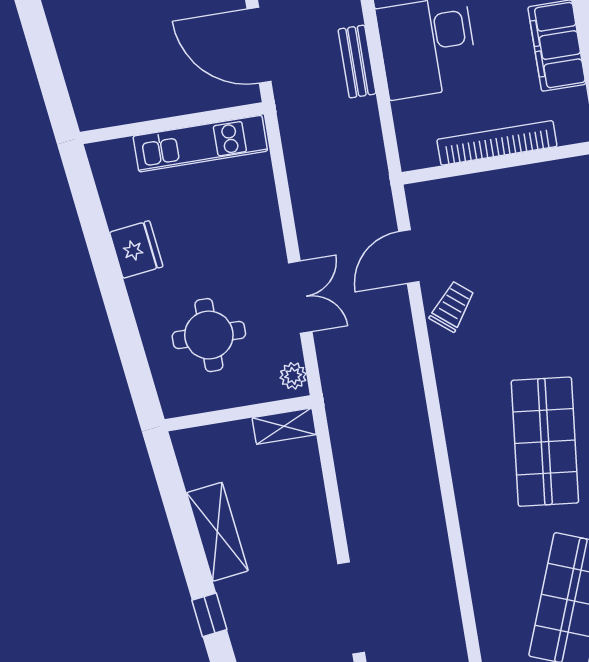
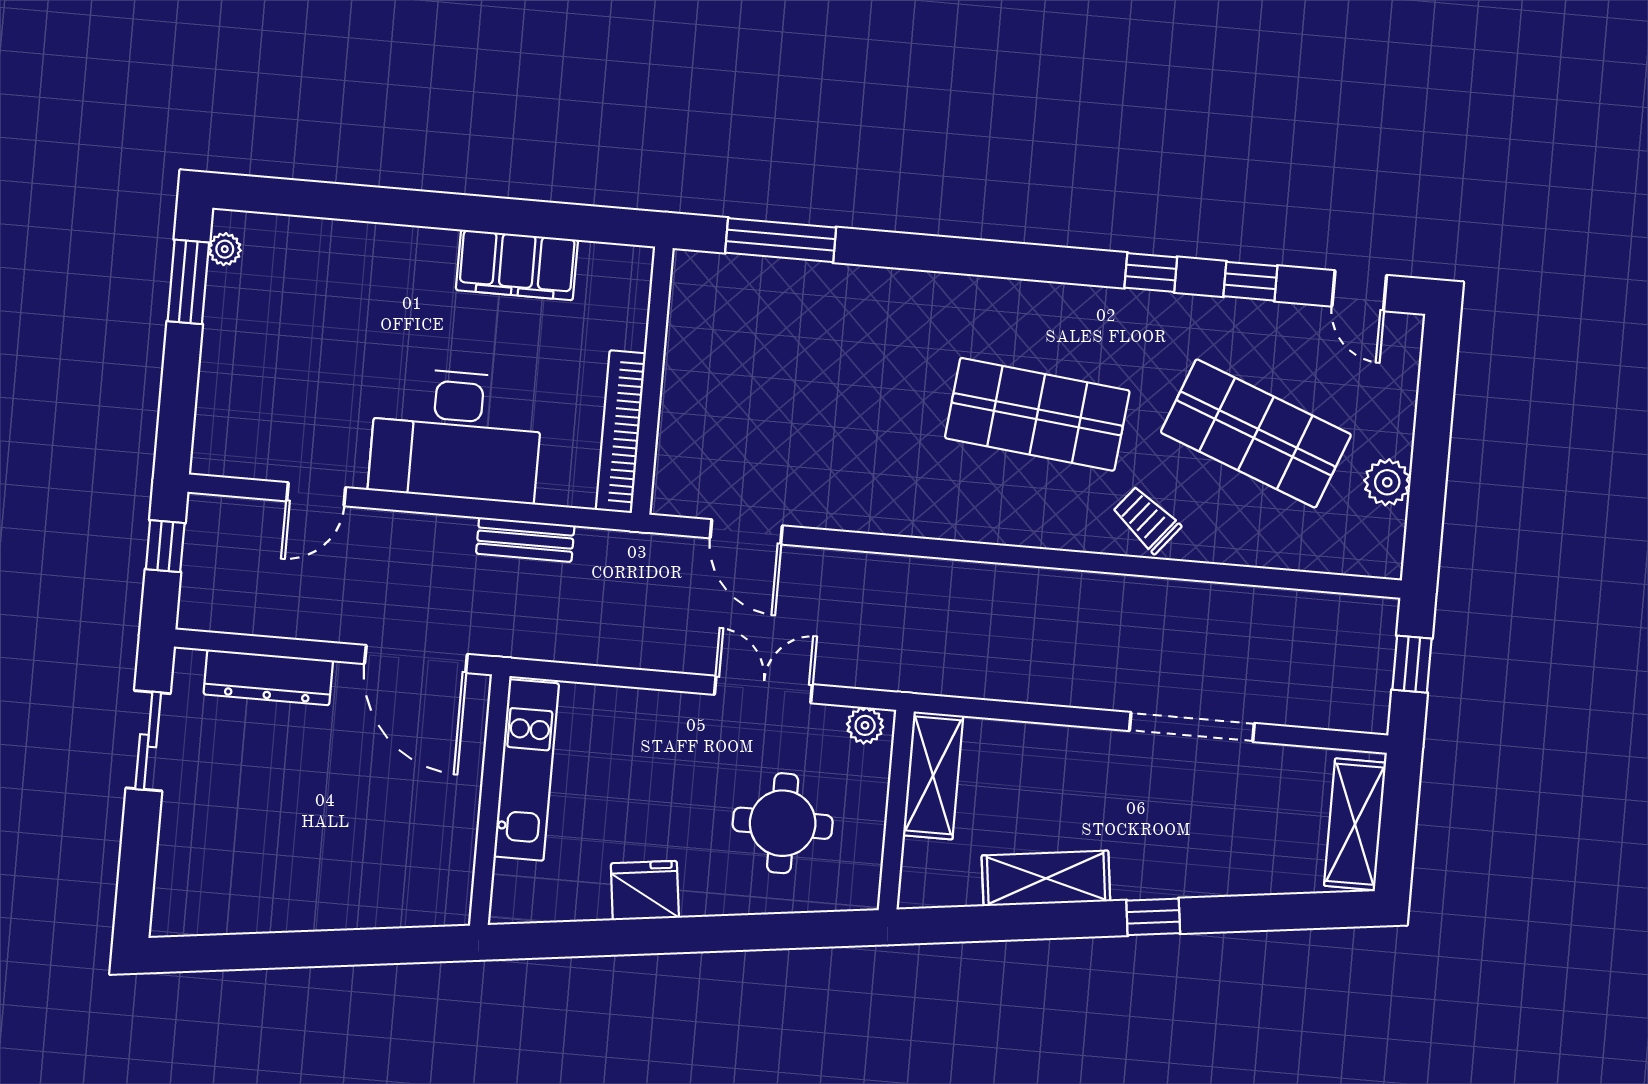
door: (259, 45) -> (416, 659), hinge flipped
bench: (357, 62) -> (525, 540), moved
bookcase: (497, 143) -> (621, 432), moved
trolley: (452, 306) -> (1147, 520), moved
shelving: (284, 426) -> (933, 775), width x1.50, depth x1.33

